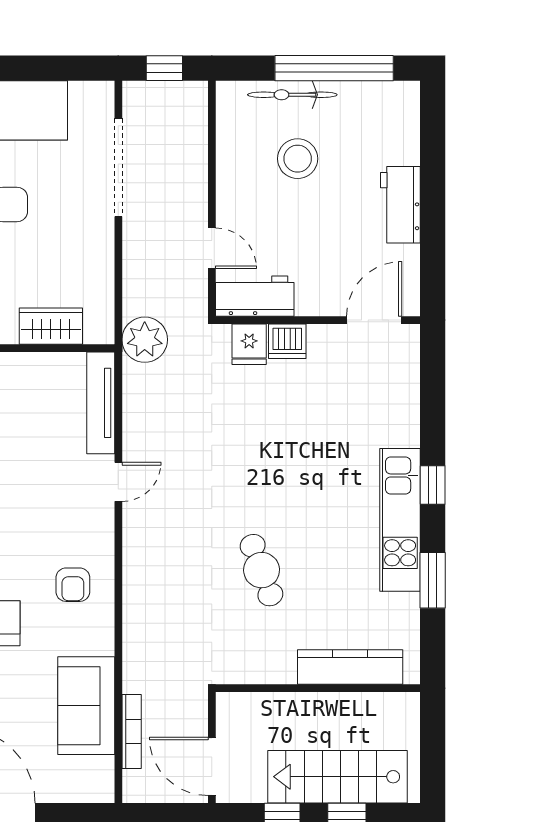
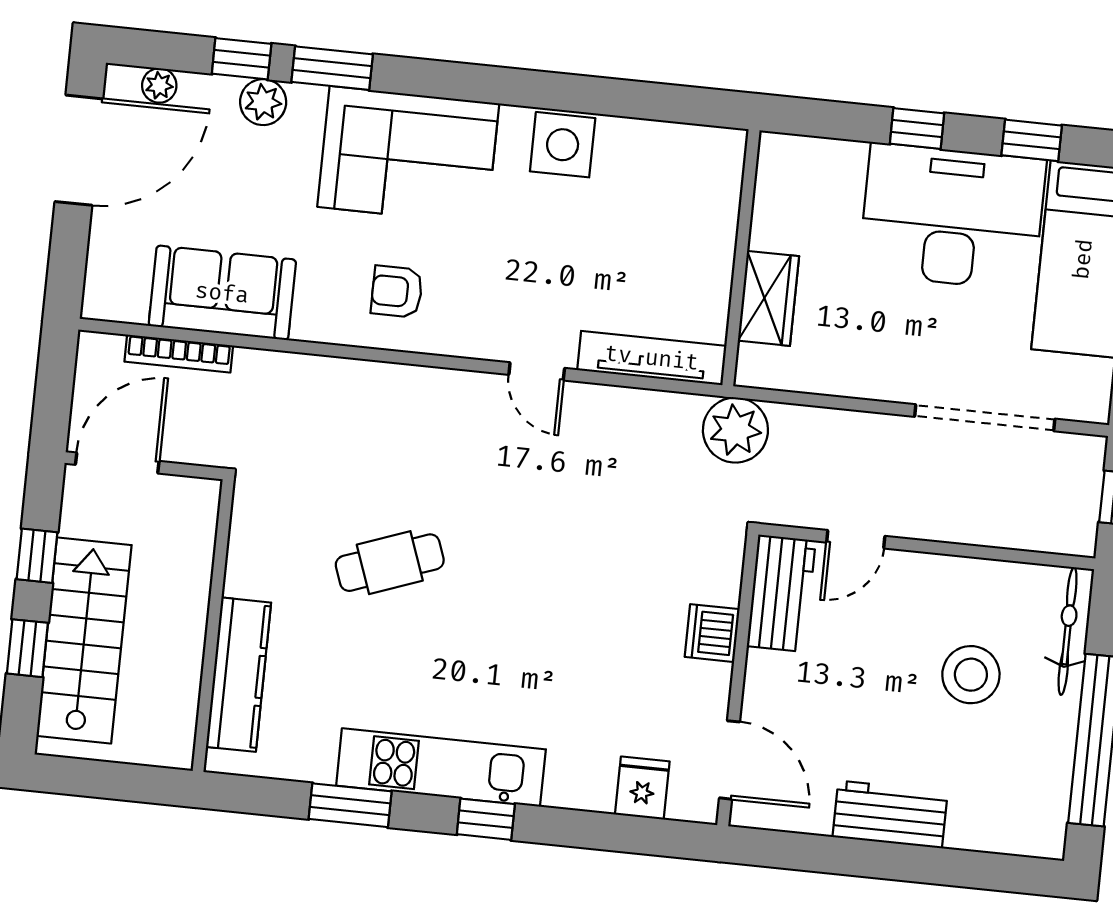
bicycle: (292, 95) -> (1068, 631), moved
fridge: (249, 344) -> (642, 788), moved, turned 90

